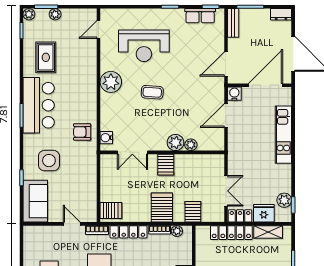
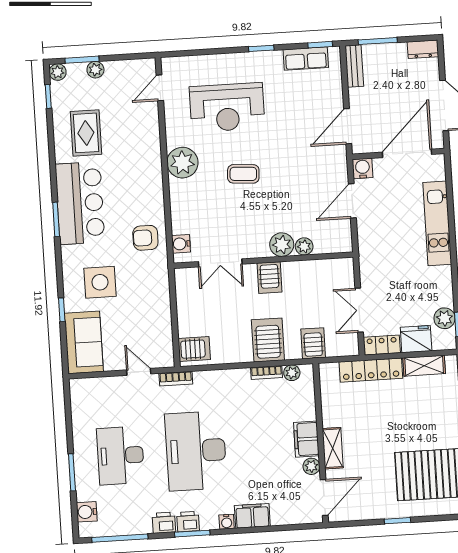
double door: (226, 191) -> (359, 310), swing flipped
locker: (129, 232) -> (222, 378), removed

